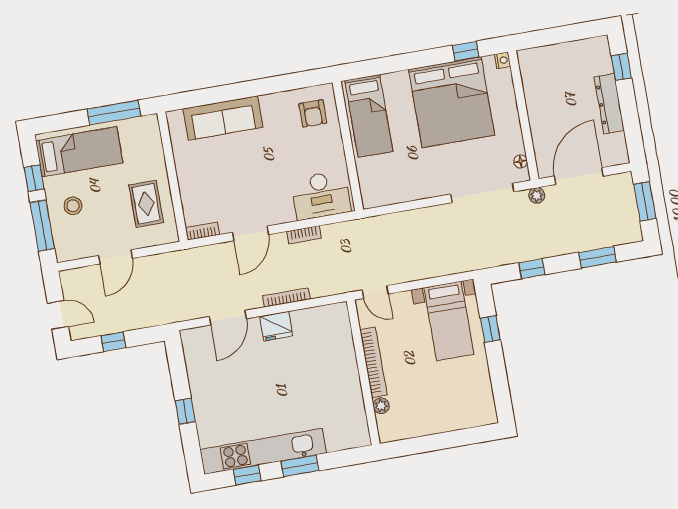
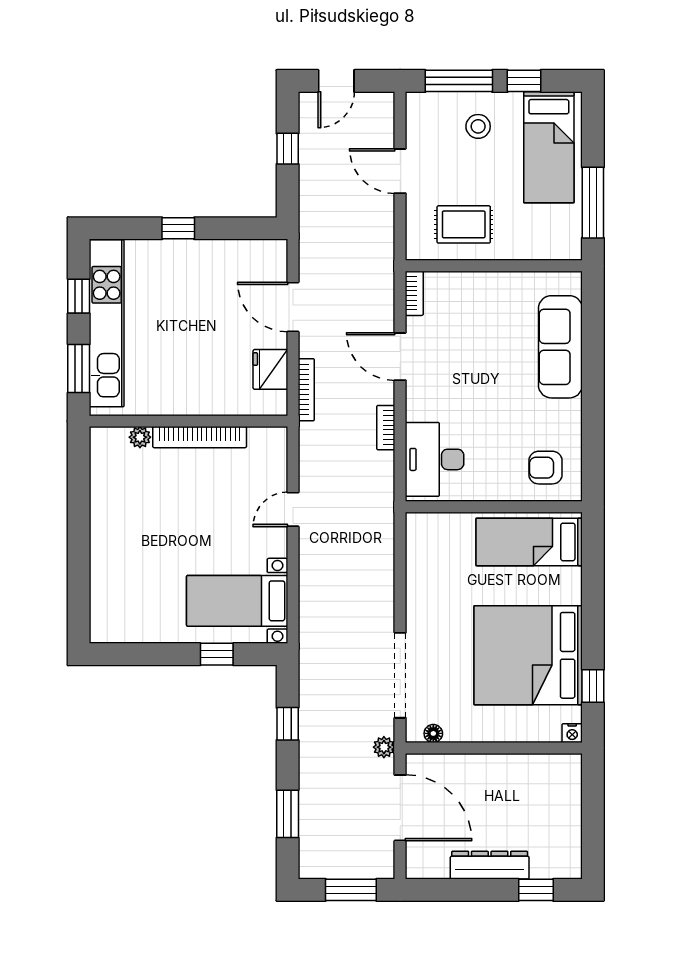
bookcase: (373, 362) -> (200, 437), moved
wall: (363, 372) -> (188, 421), moved
plant: (381, 406) -> (140, 437), moved

